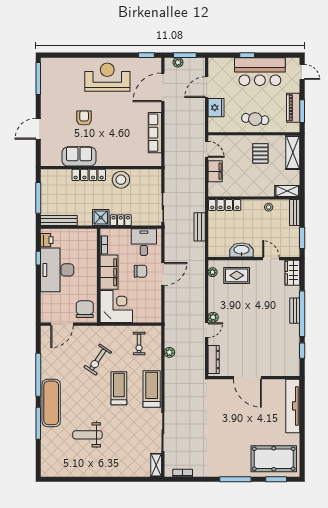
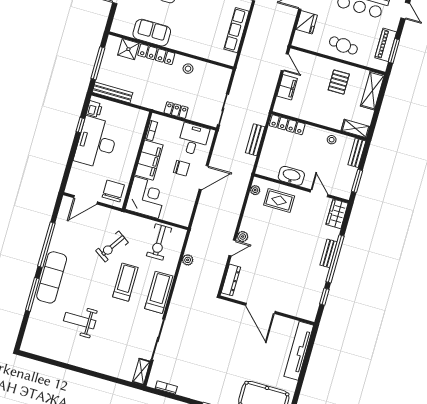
stool: (121, 180) -> (188, 69), width x0.53, depth x0.53
shower: (101, 217) -> (128, 49), moved
exercise bike: (139, 343) -> (159, 242), width x1.38, depth x1.39

